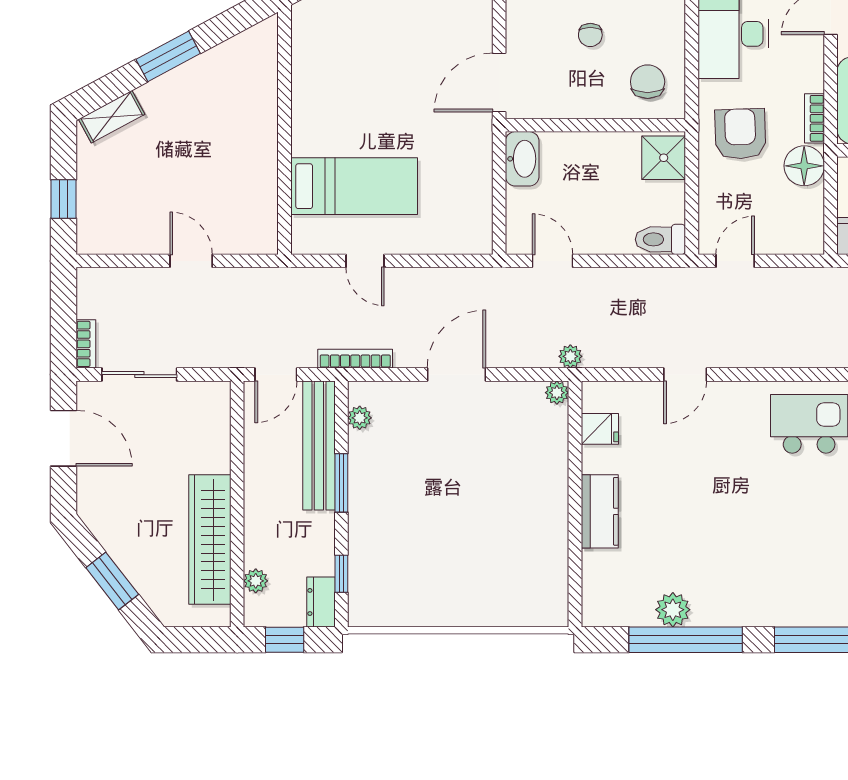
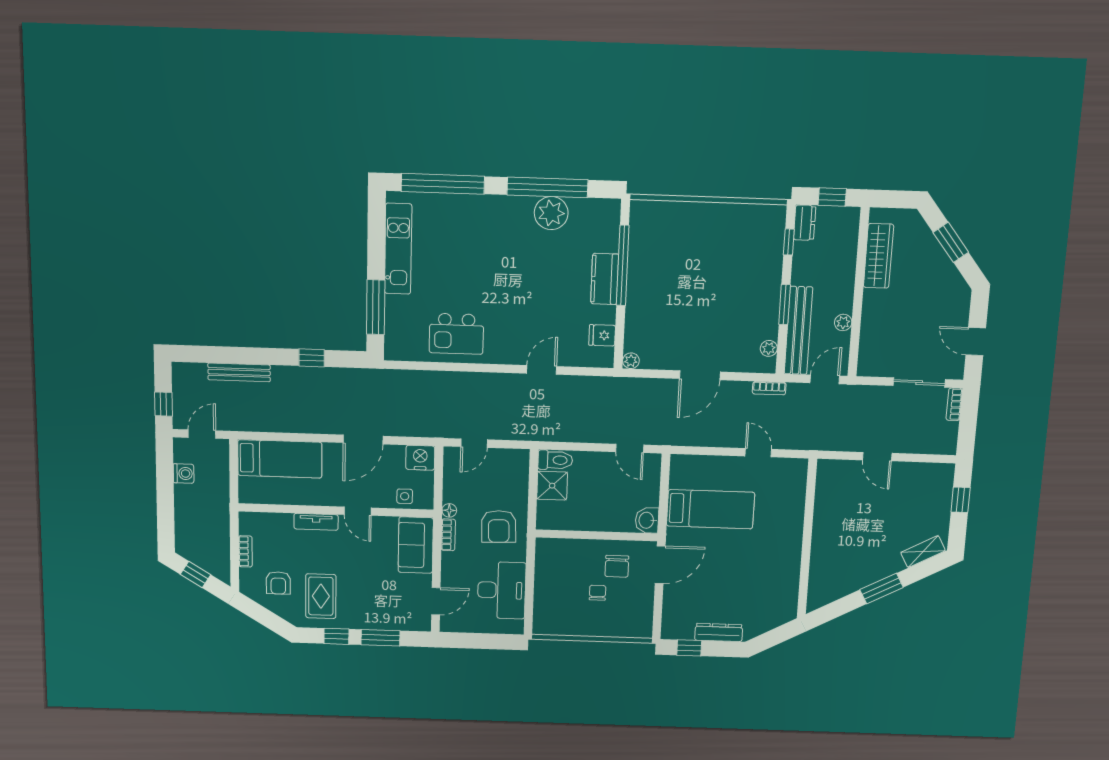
chair: (648, 82) -> (617, 566), moved
shower: (664, 158) -> (552, 486), moved
washbasin: (522, 159) -> (647, 520), width x0.72
floor lamp: (804, 166) -> (449, 510), width x0.53, depth x0.53
bed: (354, 186) -> (710, 509), moved, turned 180
door: (735, 261) -> (474, 443), moved
plant: (570, 356) -> (620, 385), removed
bookcase: (355, 359) -> (769, 388), width x0.64
door: (64, 438) -> (976, 342), width x0.73
window: (575, 532) -> (623, 265), added
wardrobe: (210, 540) -> (878, 256), width x0.71, depth x0.85
plant: (256, 581) -> (843, 322), moved
plant: (673, 610) -> (551, 213), width x1.36, depth x1.36

